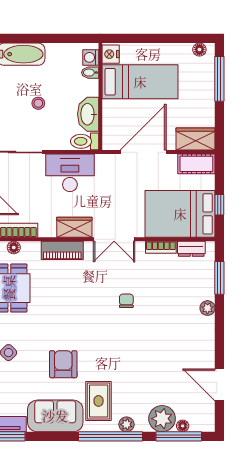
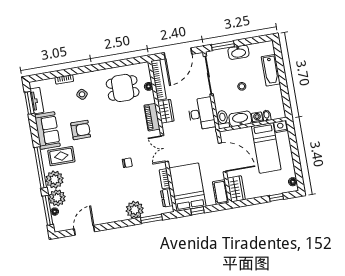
washing machine: (91, 57) -> (257, 118), moved
window: (219, 79) -> (276, 197), width x0.46
wardrobe: (74, 227) -> (166, 111), moved
plant: (207, 308) -> (135, 210), width x1.87, depth x1.87
plant: (126, 424) -> (54, 180), width x1.88, depth x1.88

